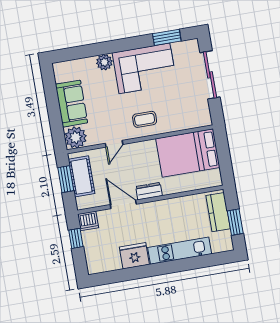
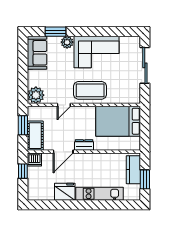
window: (167, 37) -> (56, 32), moved
sofa: (72, 104) -> (37, 53), moved
coffee table: (145, 119) -> (90, 90), width x1.86, depth x1.72
cot: (82, 176) -> (35, 136), moved
door: (123, 204) -> (63, 152), swing flipped

